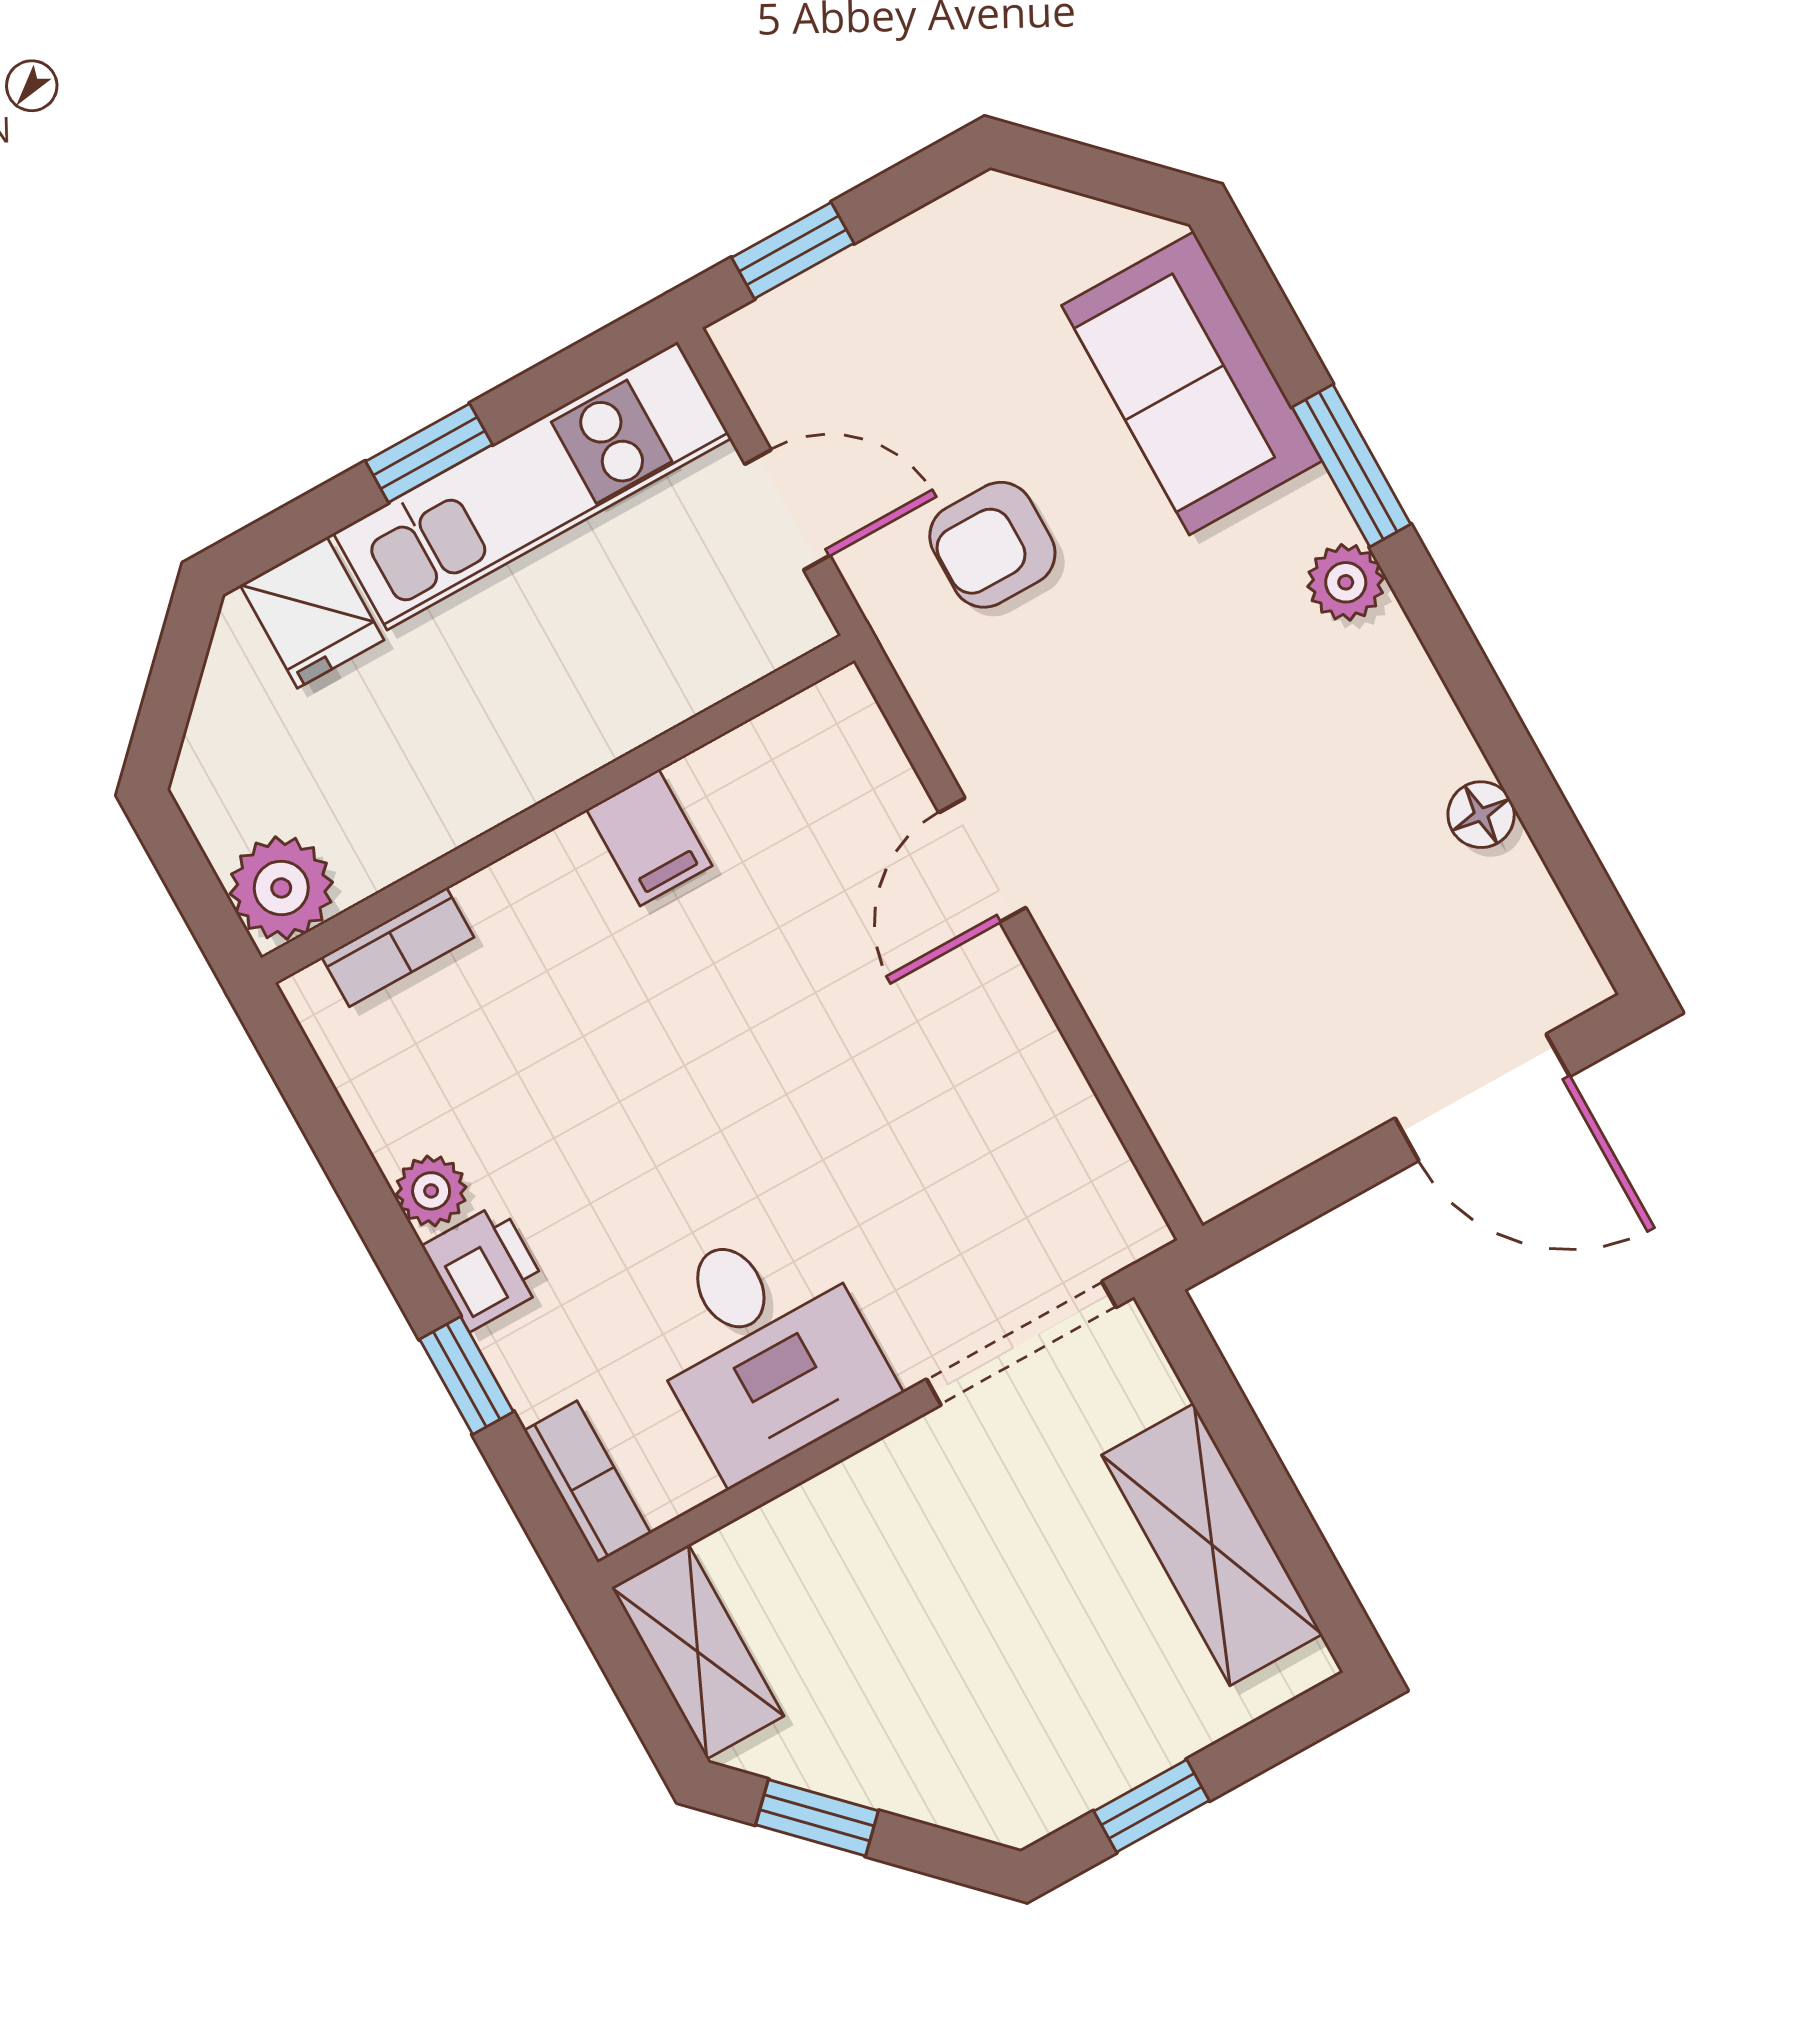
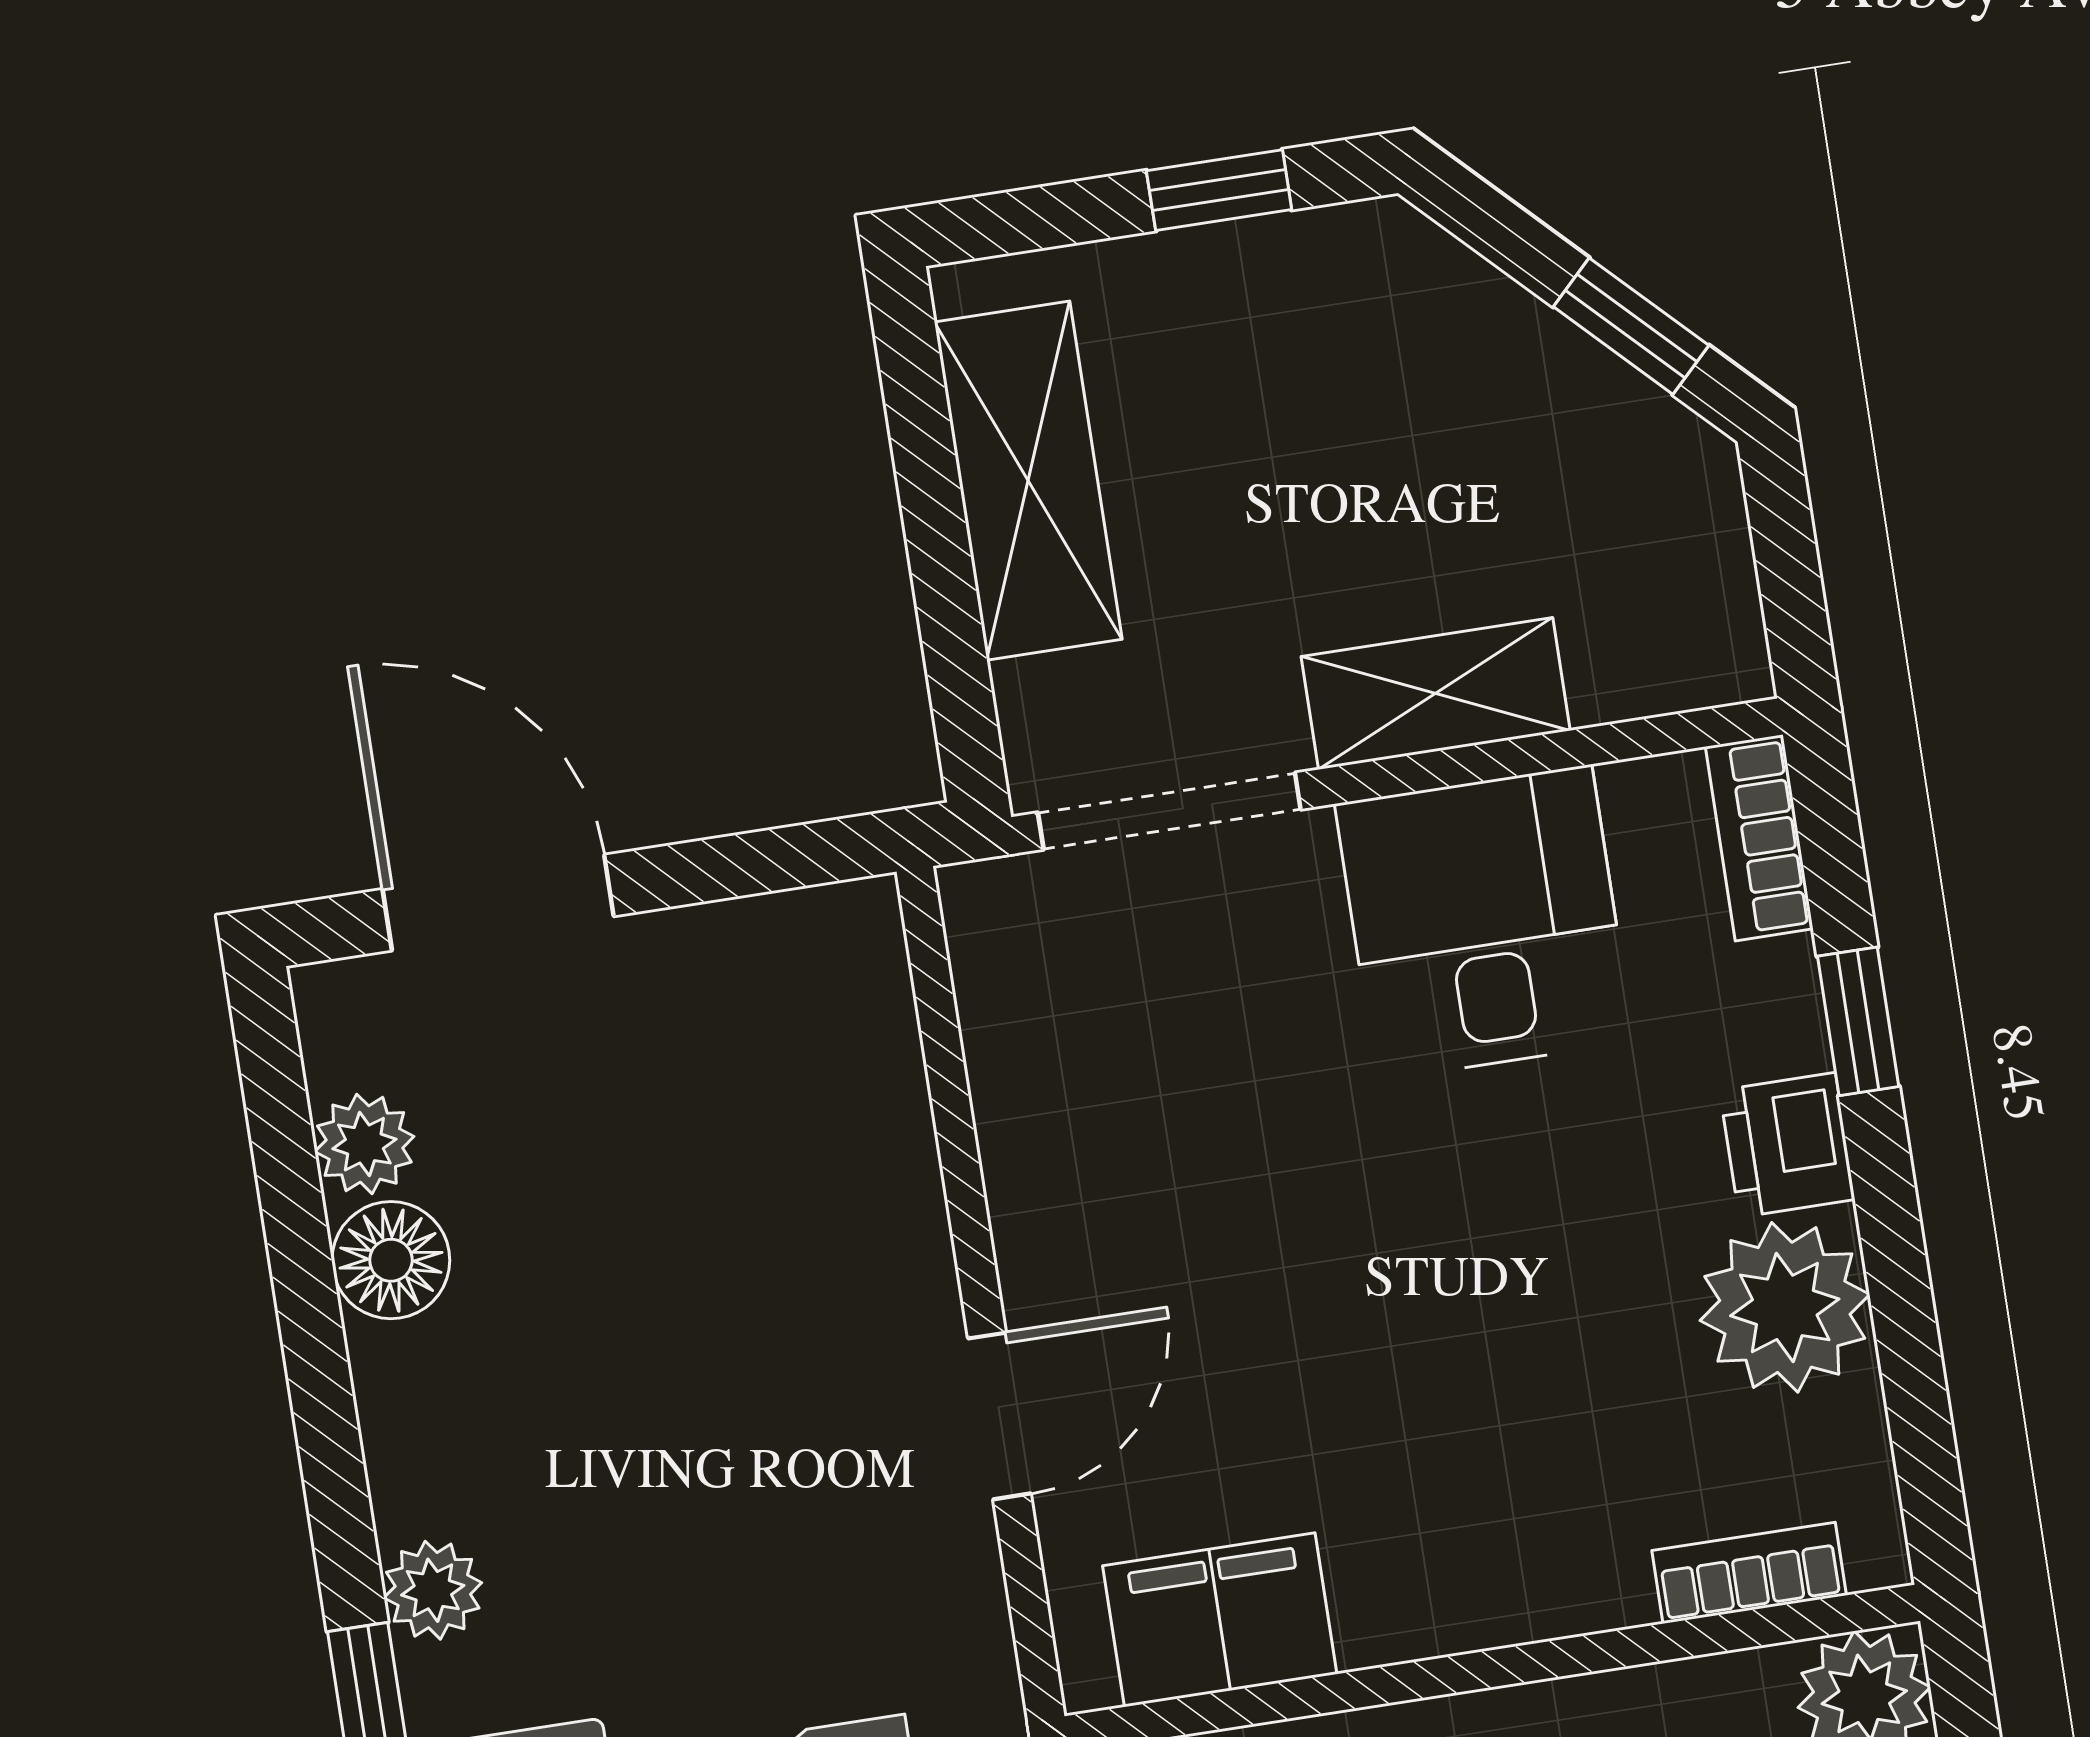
floor lamp: (1481, 815) -> (391, 1260), width x1.37, depth x1.37
filing cabinet: (649, 838) -> (1220, 1620), moved, width x2.00
plant: (1515, 887) -> (364, 1144), added
plant: (431, 1191) -> (1785, 1307), width x1.87, depth x1.87
shelving: (698, 1652) -> (1436, 693), moved, turned 90

